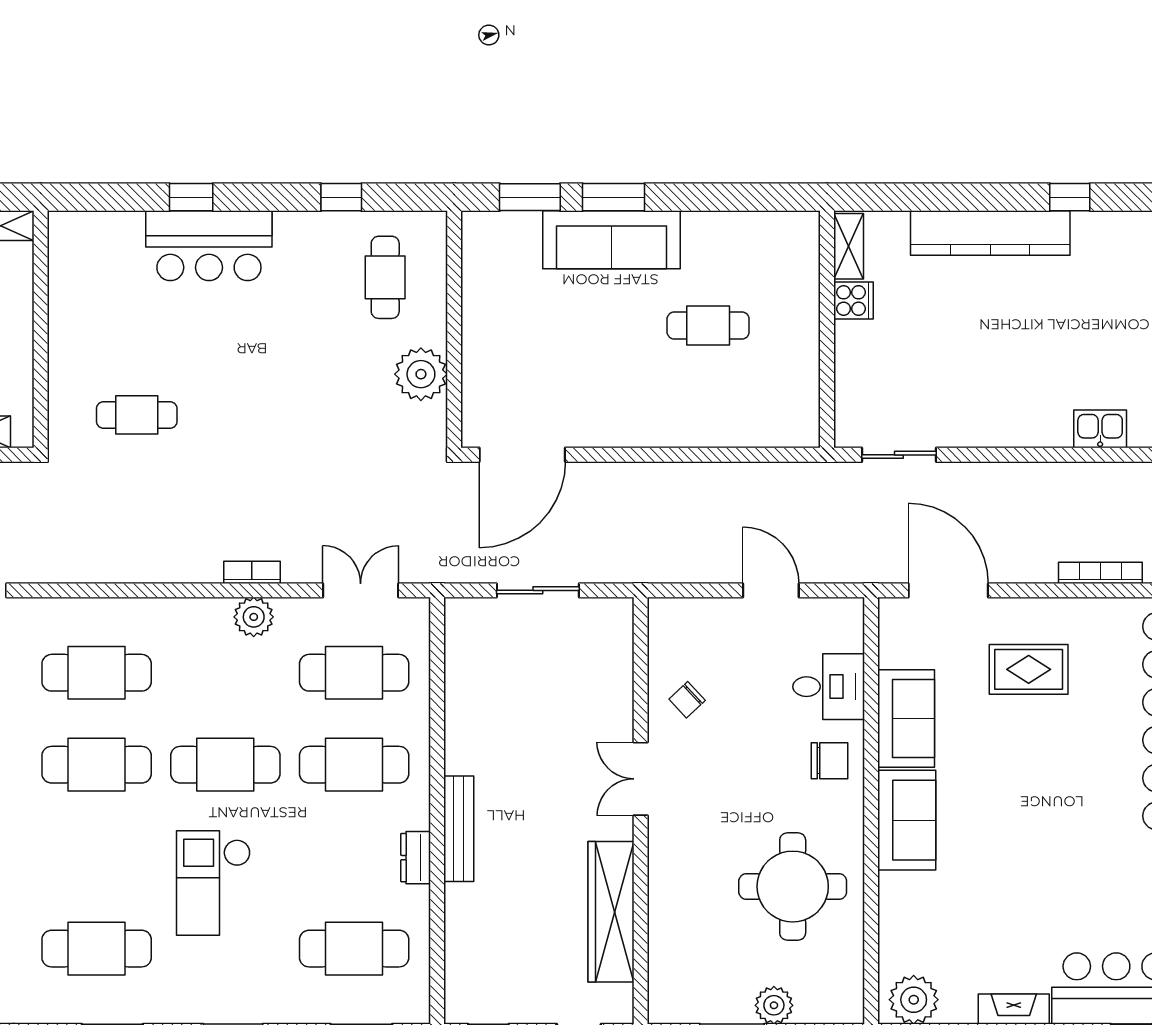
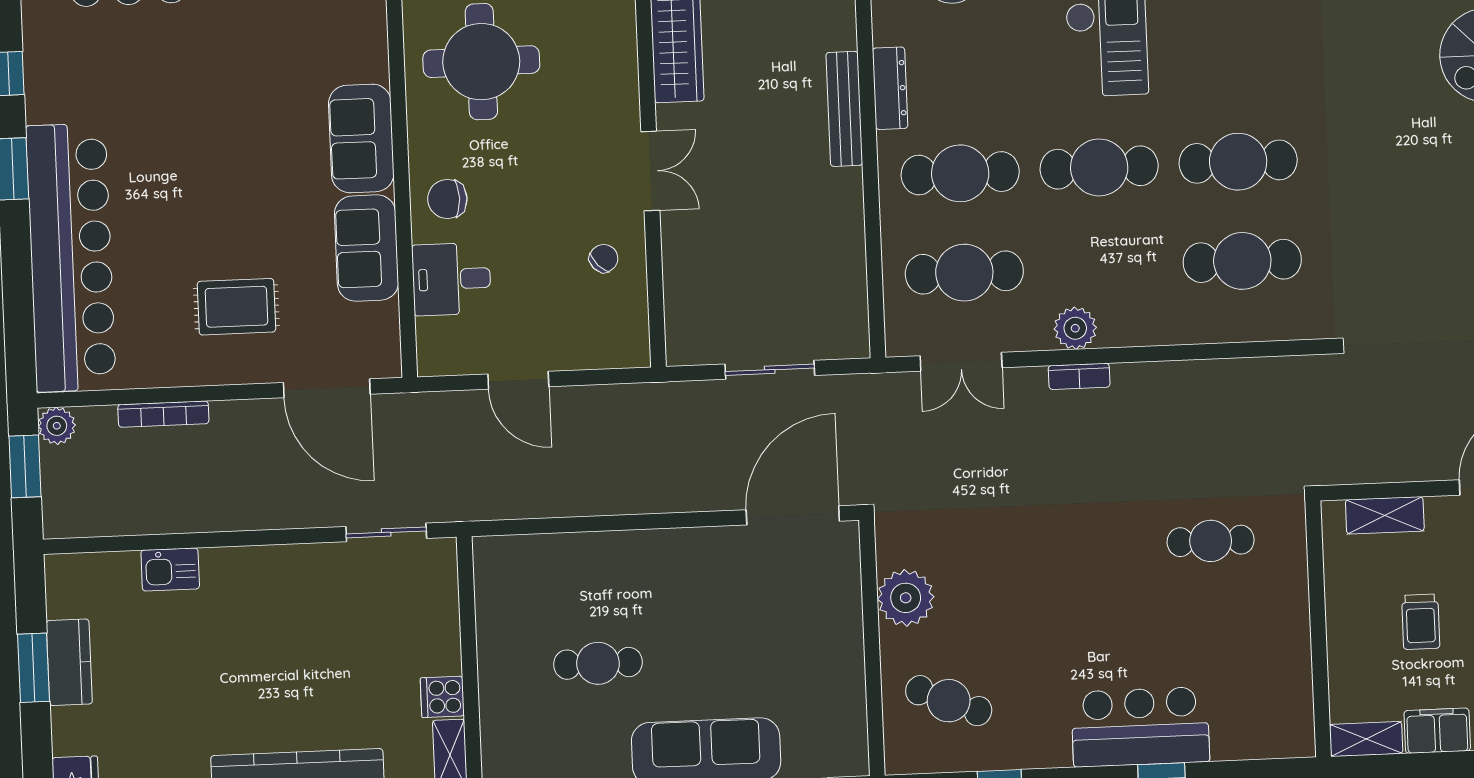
cafe table: (385, 277) -> (949, 701), turned -68
dresser: (416, 858) -> (890, 88), width x1.44

